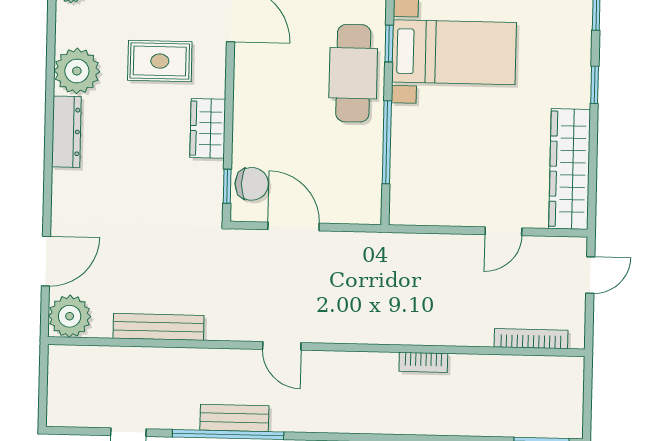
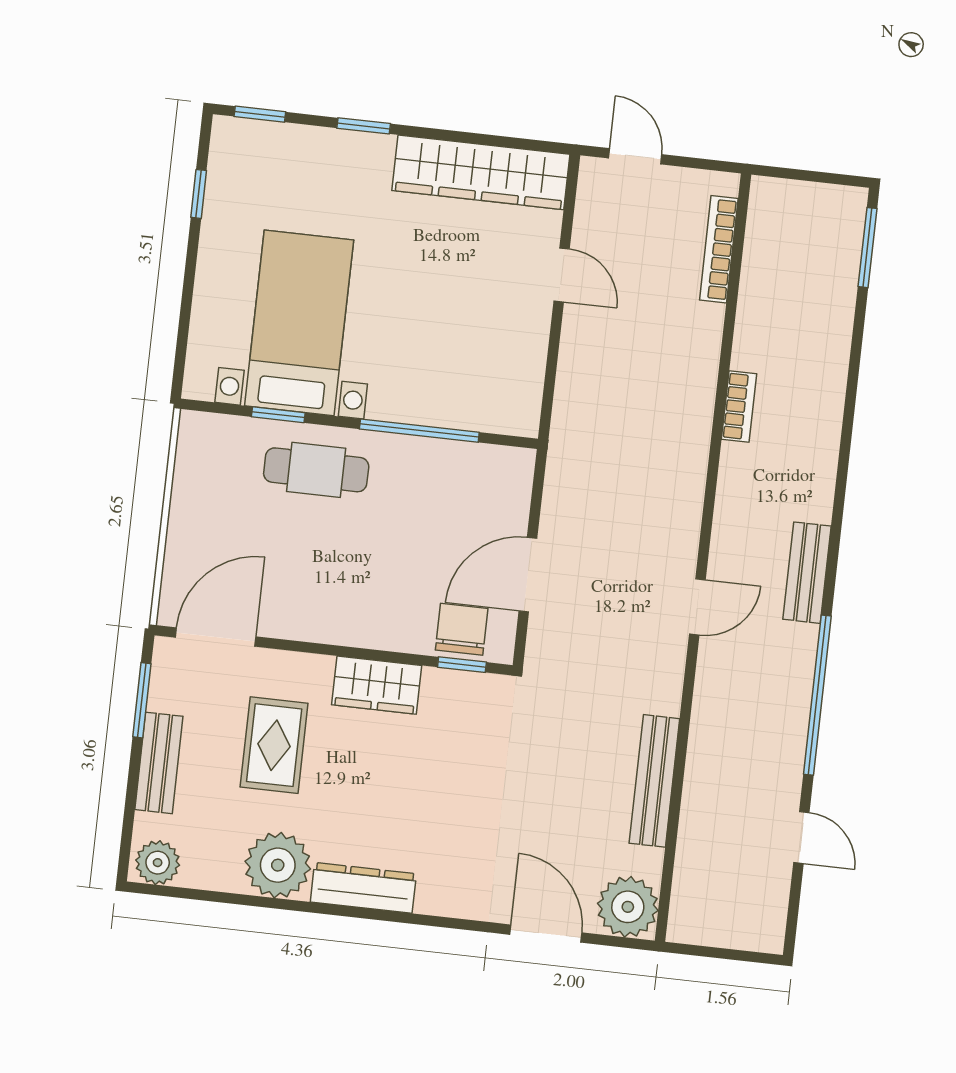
cafe table: (353, 73) -> (316, 470), width x0.73, depth x0.74
bench: (234, 418) -> (807, 573), moved

